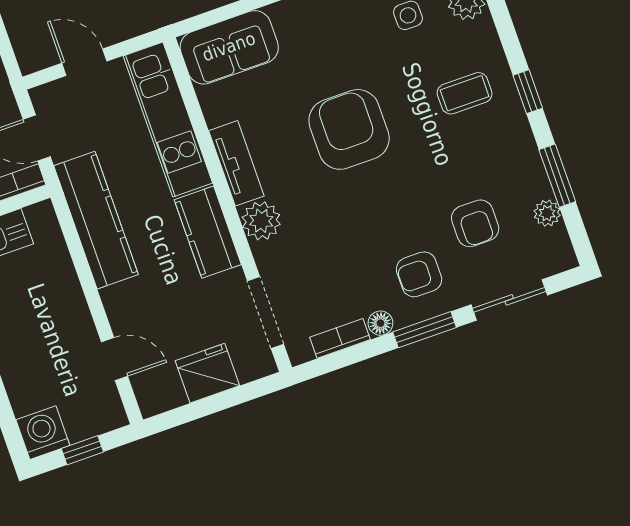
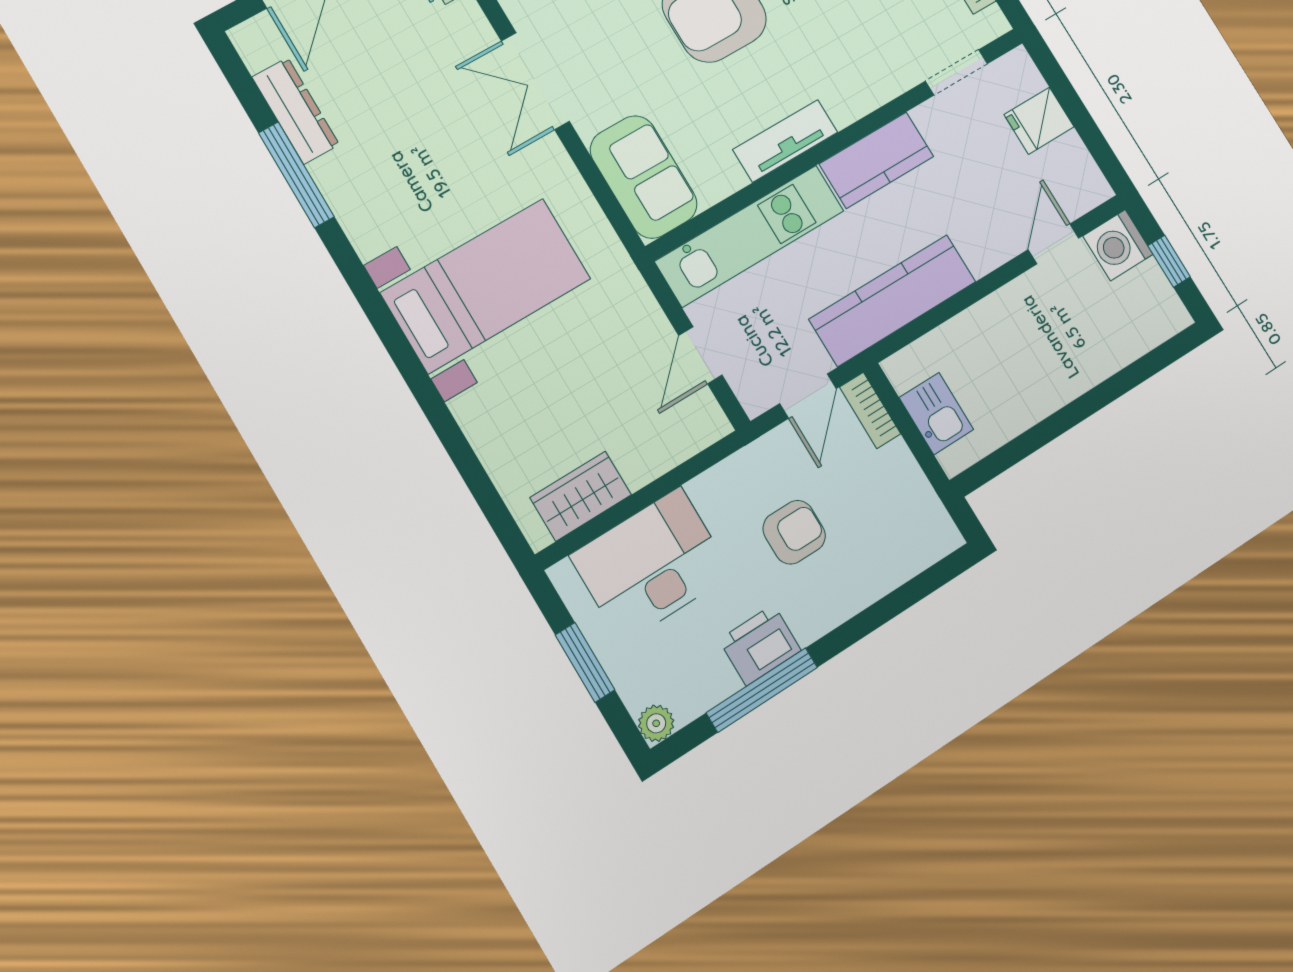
plant: (261, 221) -> (848, 98), removed
doorway: (265, 312) -> (956, 72), width x0.73
fridge: (207, 373) -> (1039, 121), width x0.72
washing machine: (43, 433) -> (1118, 245), moved

